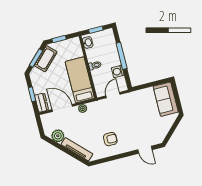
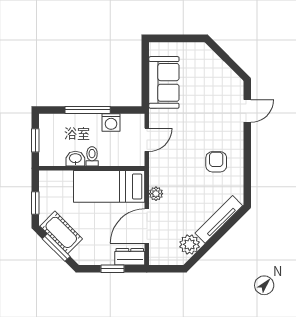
washbasin: (88, 42) -> (75, 159), moved
door: (113, 95) -> (147, 140), swing flipped
sofa: (166, 99) -> (164, 82), moved, turned -90

